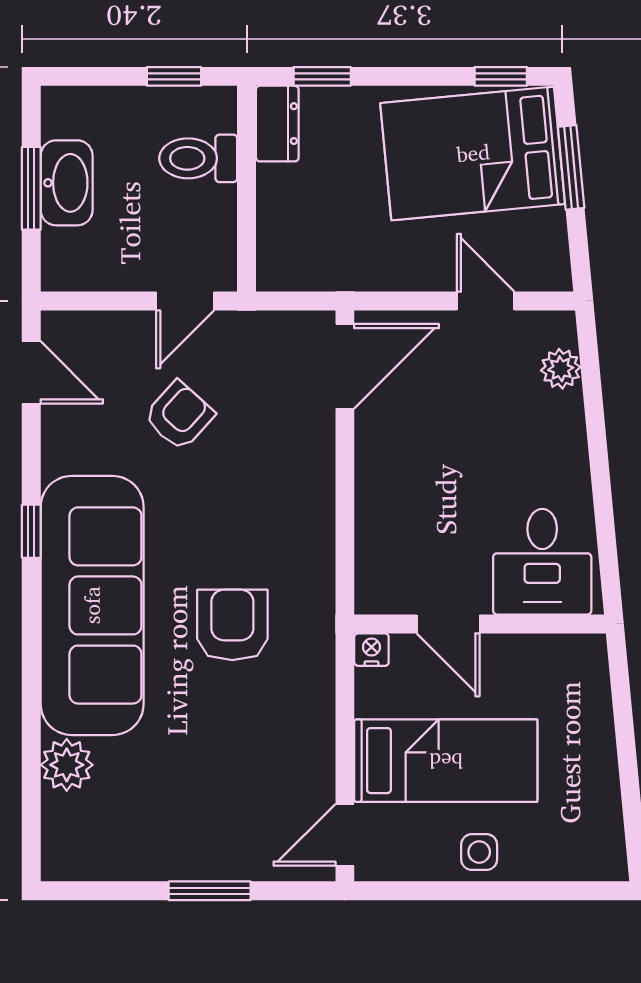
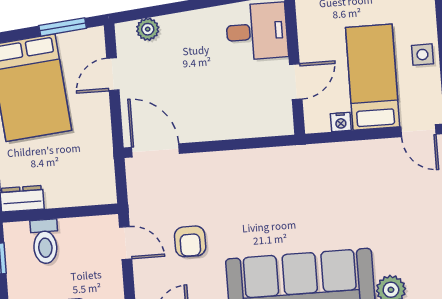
window: (571, 167) -> (63, 27), moved
armchair: (179, 416) -> (190, 241), turned -132
armchair: (232, 625) -> (305, 203), removed
nightstand: (371, 650) -> (341, 122), moved, turned -90

